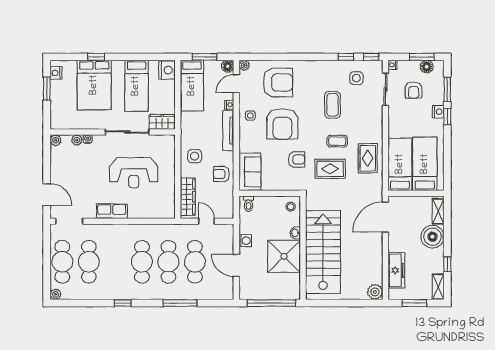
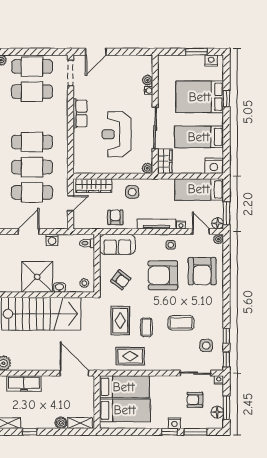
window: (204, 57) -> (226, 213), moved
plant: (56, 140) -> (147, 168), moved
armchair: (296, 159) -> (121, 280), moved, turned -53
boiler: (433, 237) -> (61, 423), width x0.54, depth x0.54

